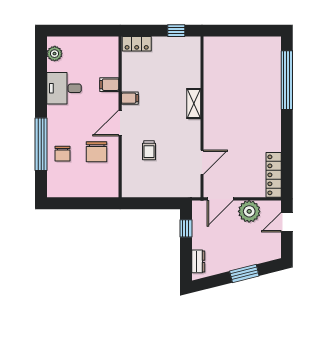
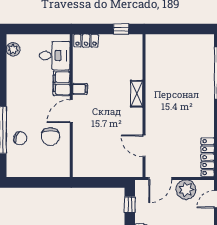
filing cabinet: (109, 85) -> (62, 83), width x2.00
desk: (64, 88) -> (55, 56), moved, turned 180
trolley: (149, 150) -> (97, 135), removed
chair: (63, 154) -> (20, 138), turned -68
door: (202, 162) -> (144, 146), swing flipped

